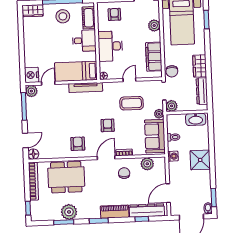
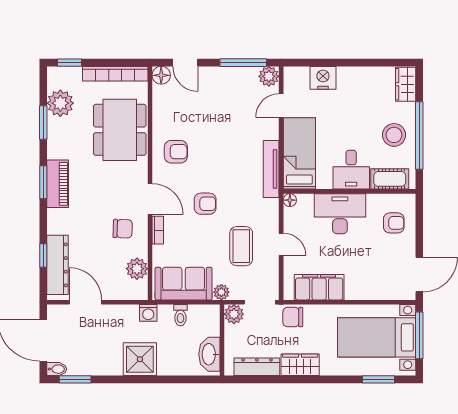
plant: (154, 26) -> (372, 290), removed
nightstand: (32, 75) -> (323, 78), moved
door: (48, 83) -> (281, 106), swing flipped
plant: (69, 212) -> (60, 103), moved
piano: (115, 212) -> (58, 184), moved

